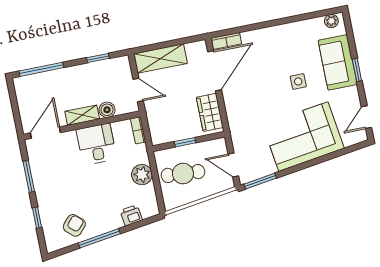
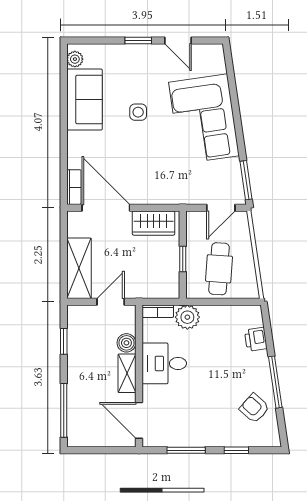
sofa: (338, 62) -> (84, 100), moved, turned -90
door: (366, 117) -> (178, 41), moved
plant: (142, 175) -> (187, 317), moved

